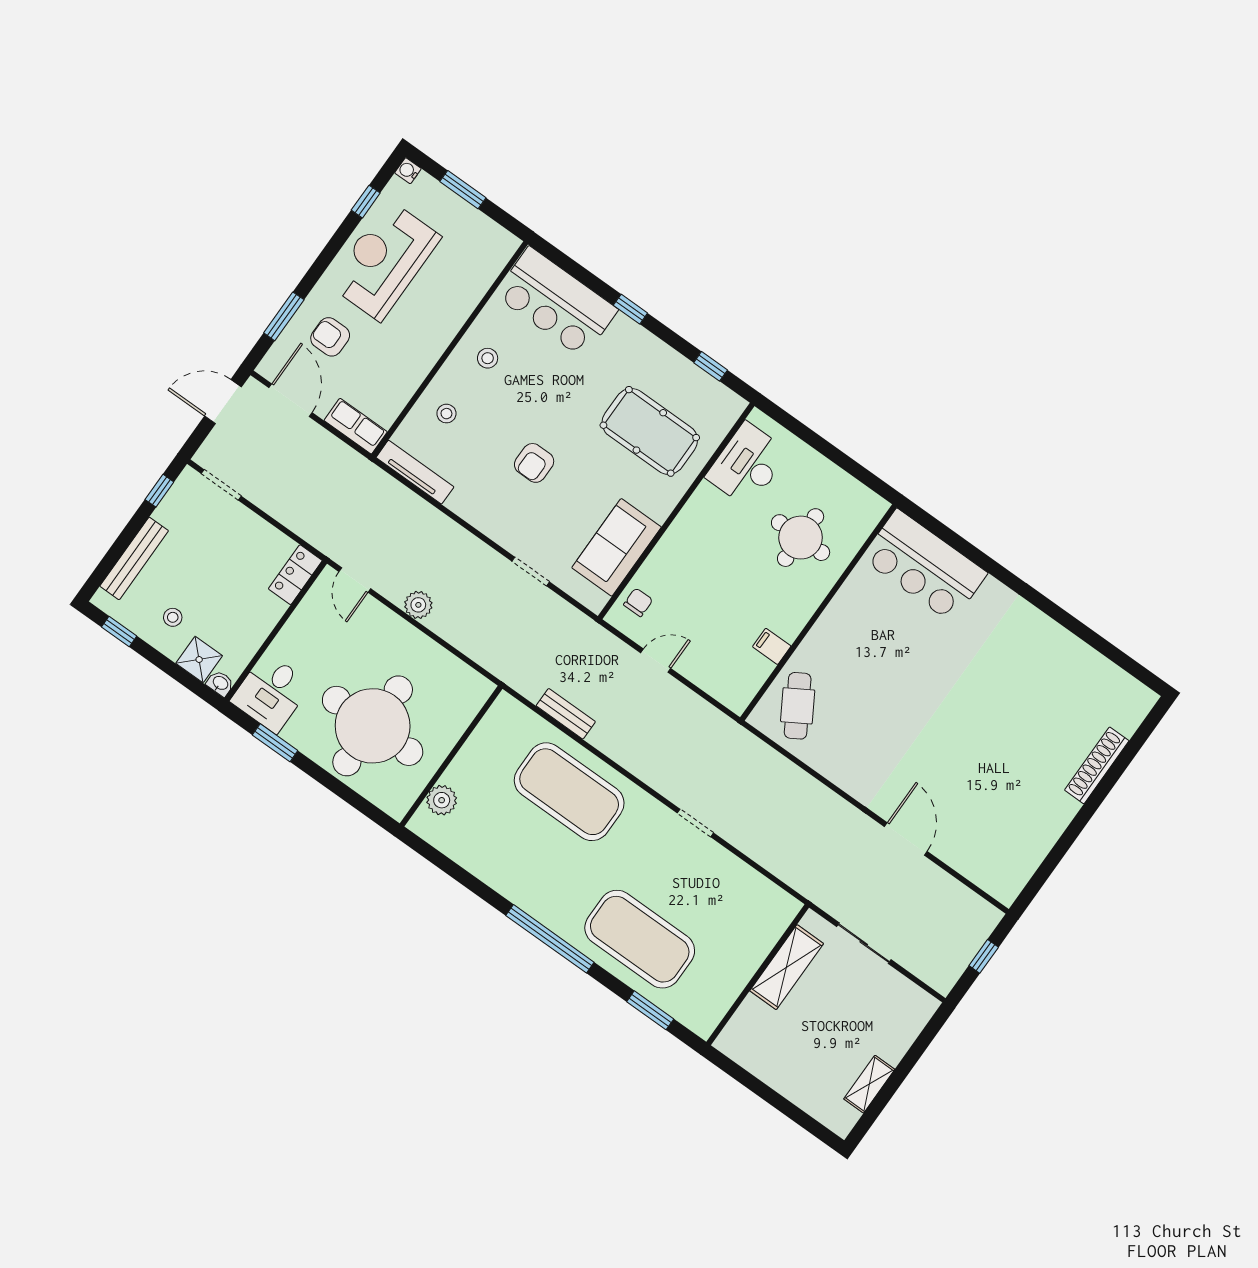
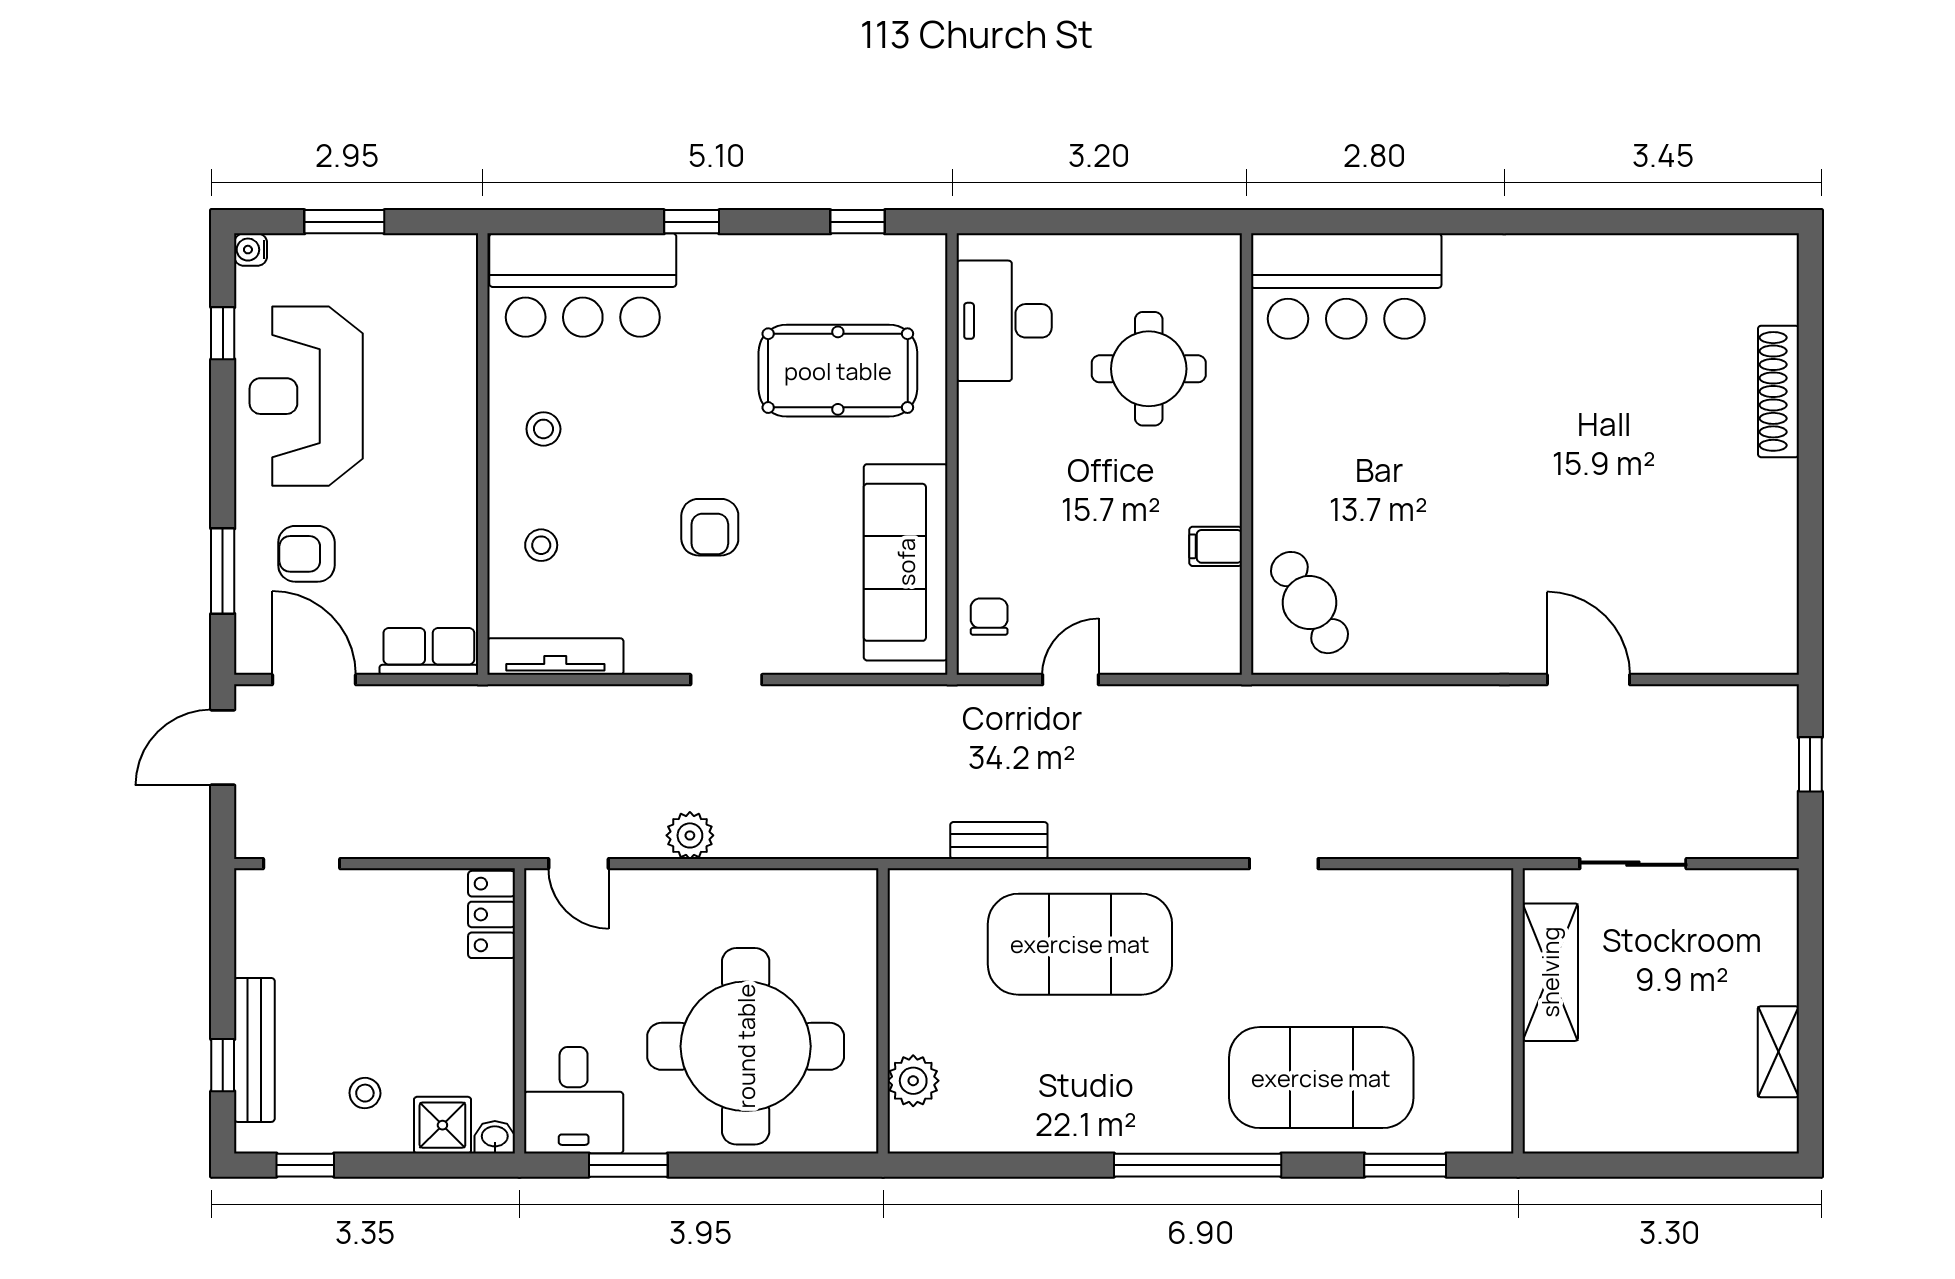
window: (159, 491) -> (223, 1065), moved
sofa: (617, 547) -> (906, 562), width x1.36
doorway: (531, 571) -> (726, 680), moved

